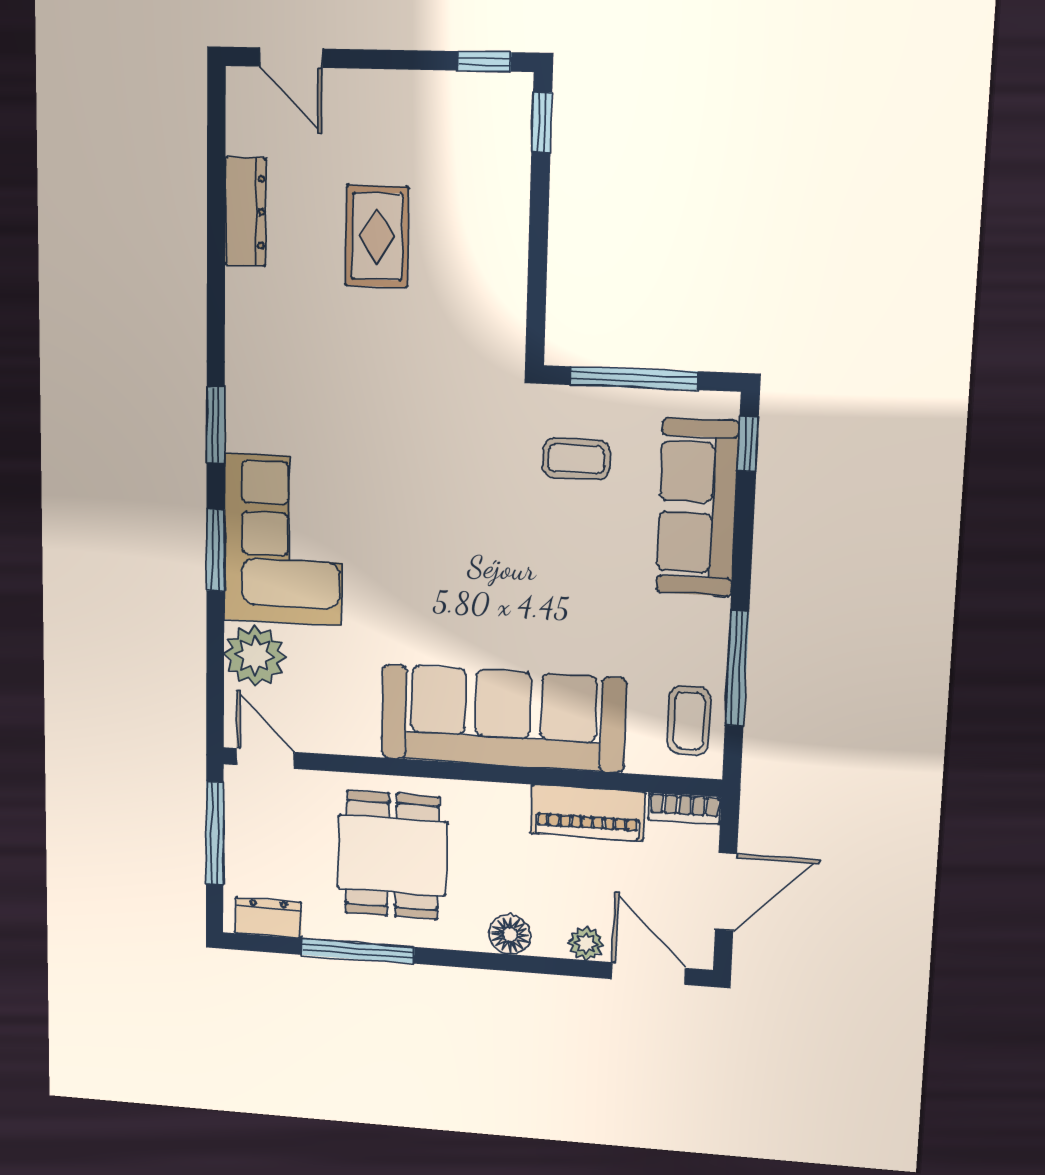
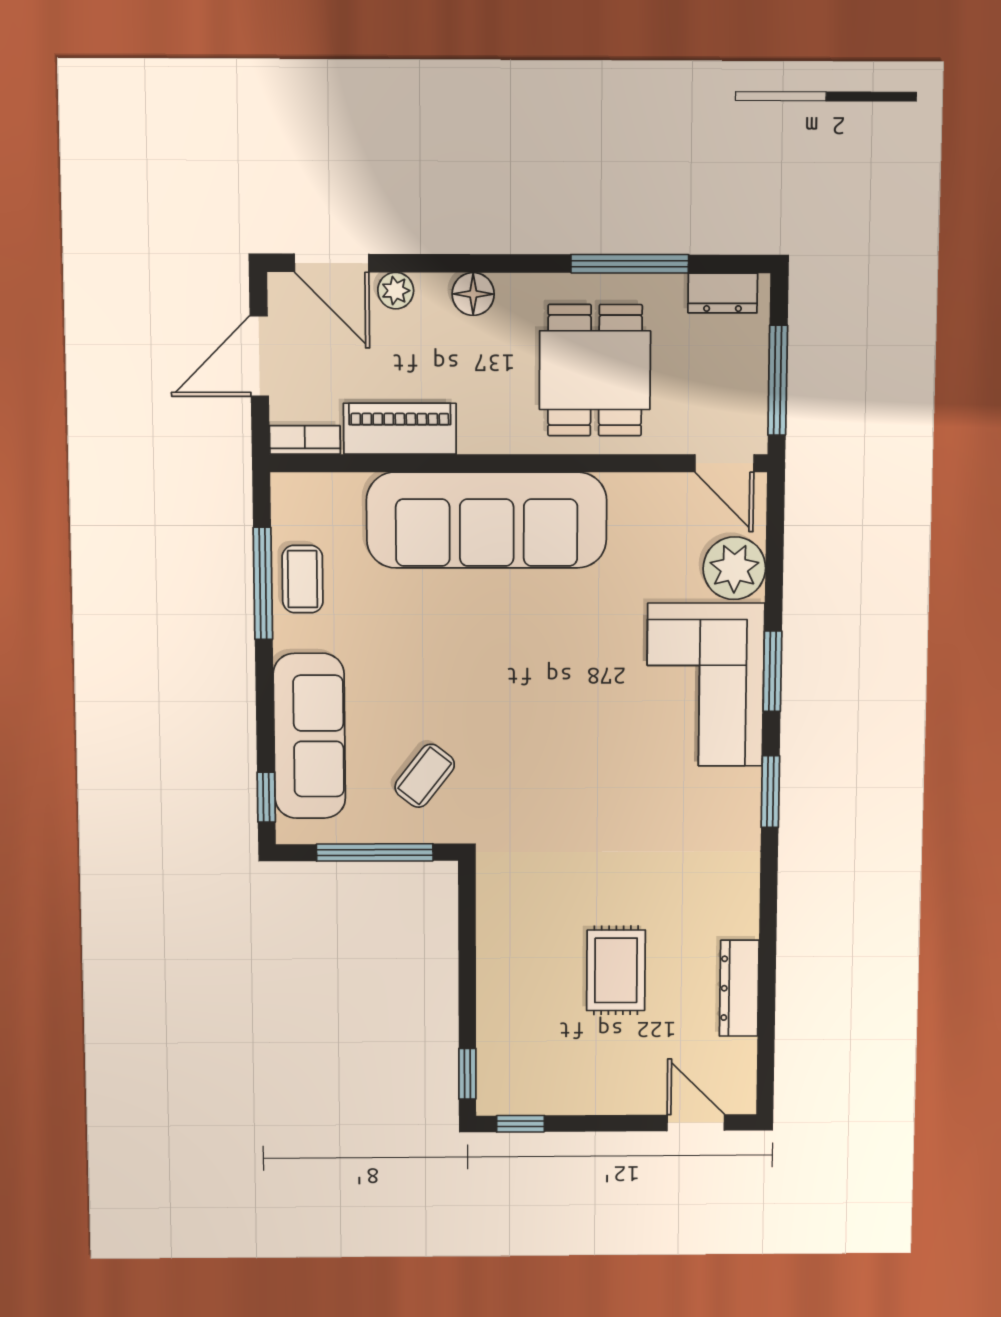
coffee table: (576, 459) -> (425, 776), turned -52
coffee table: (689, 720) -> (303, 579), moved

